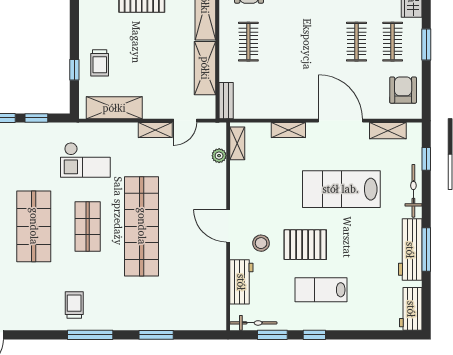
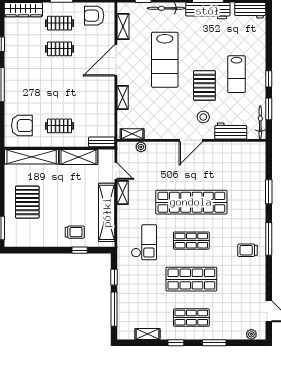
shelving: (114, 108) -> (107, 212), width x1.47

